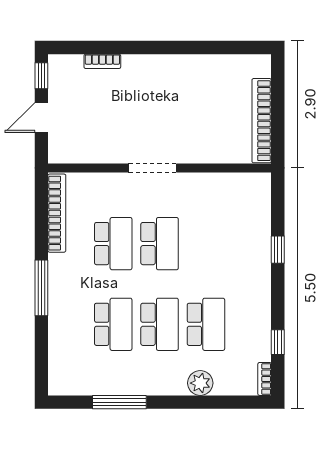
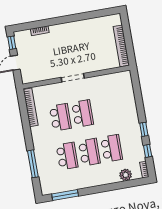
window: (278, 250) -> (144, 129), moved
window: (41, 288) -> (33, 164), moved
plant: (200, 383) -> (126, 175), moved
window: (119, 402) -> (65, 195), moved

